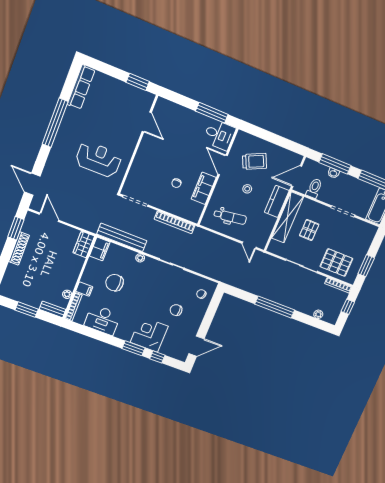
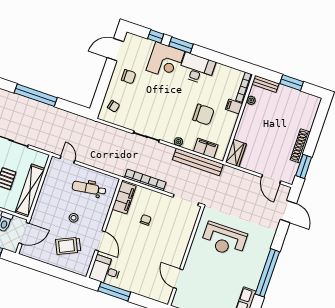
filing cabinet: (204, 188) -> (124, 198), moved
kitchen counter: (277, 201) -> (42, 207), removed
filing cabinet: (100, 249) -> (206, 148), moved, turned 90
chair: (176, 310) -> (129, 77), moved
desk: (102, 320) -> (197, 69), moved

